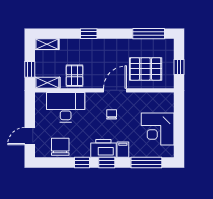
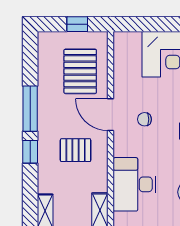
window: (149, 34) -> (30, 109), moved
pallet: (75, 76) -> (76, 150), moved

